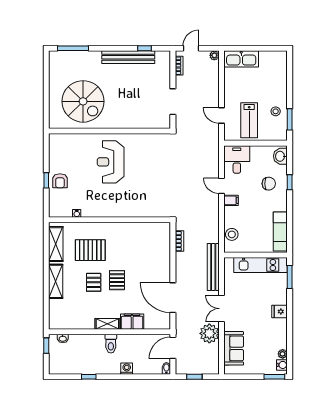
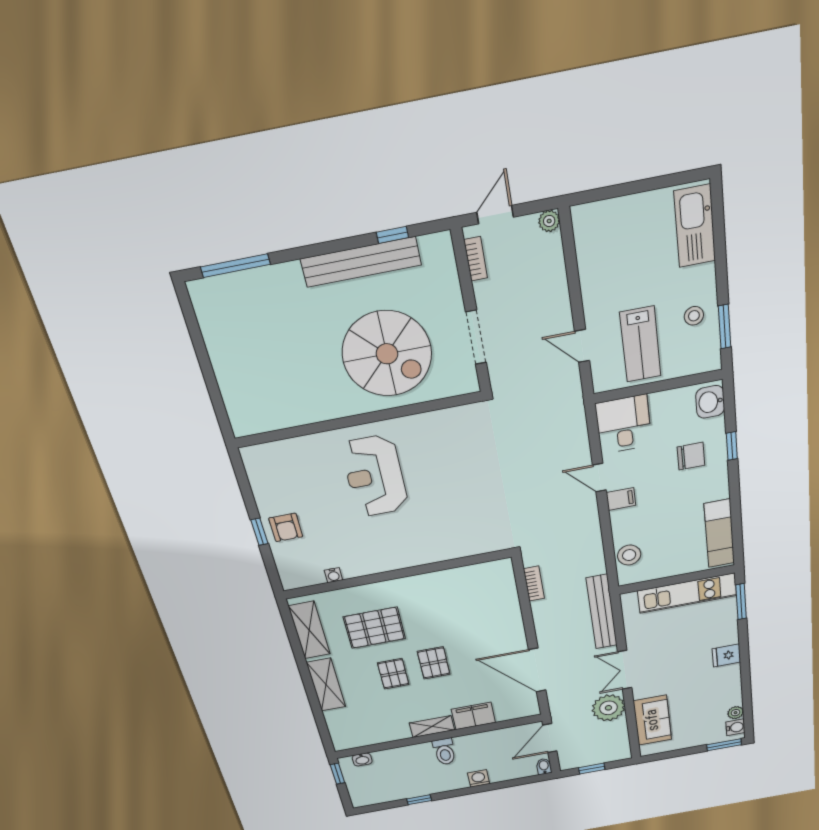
kitchen sink: (241, 59) -> (695, 226), moved, turned 90
spiral stairs: (83, 101) -> (387, 354), moved

